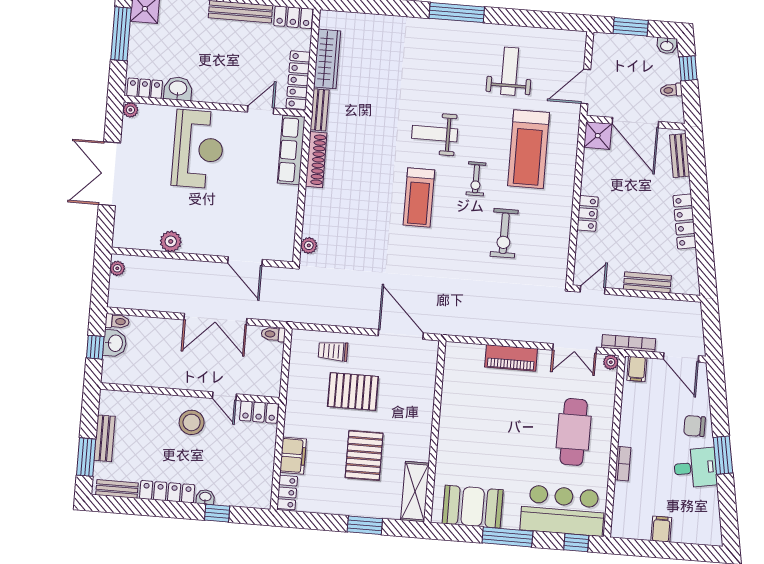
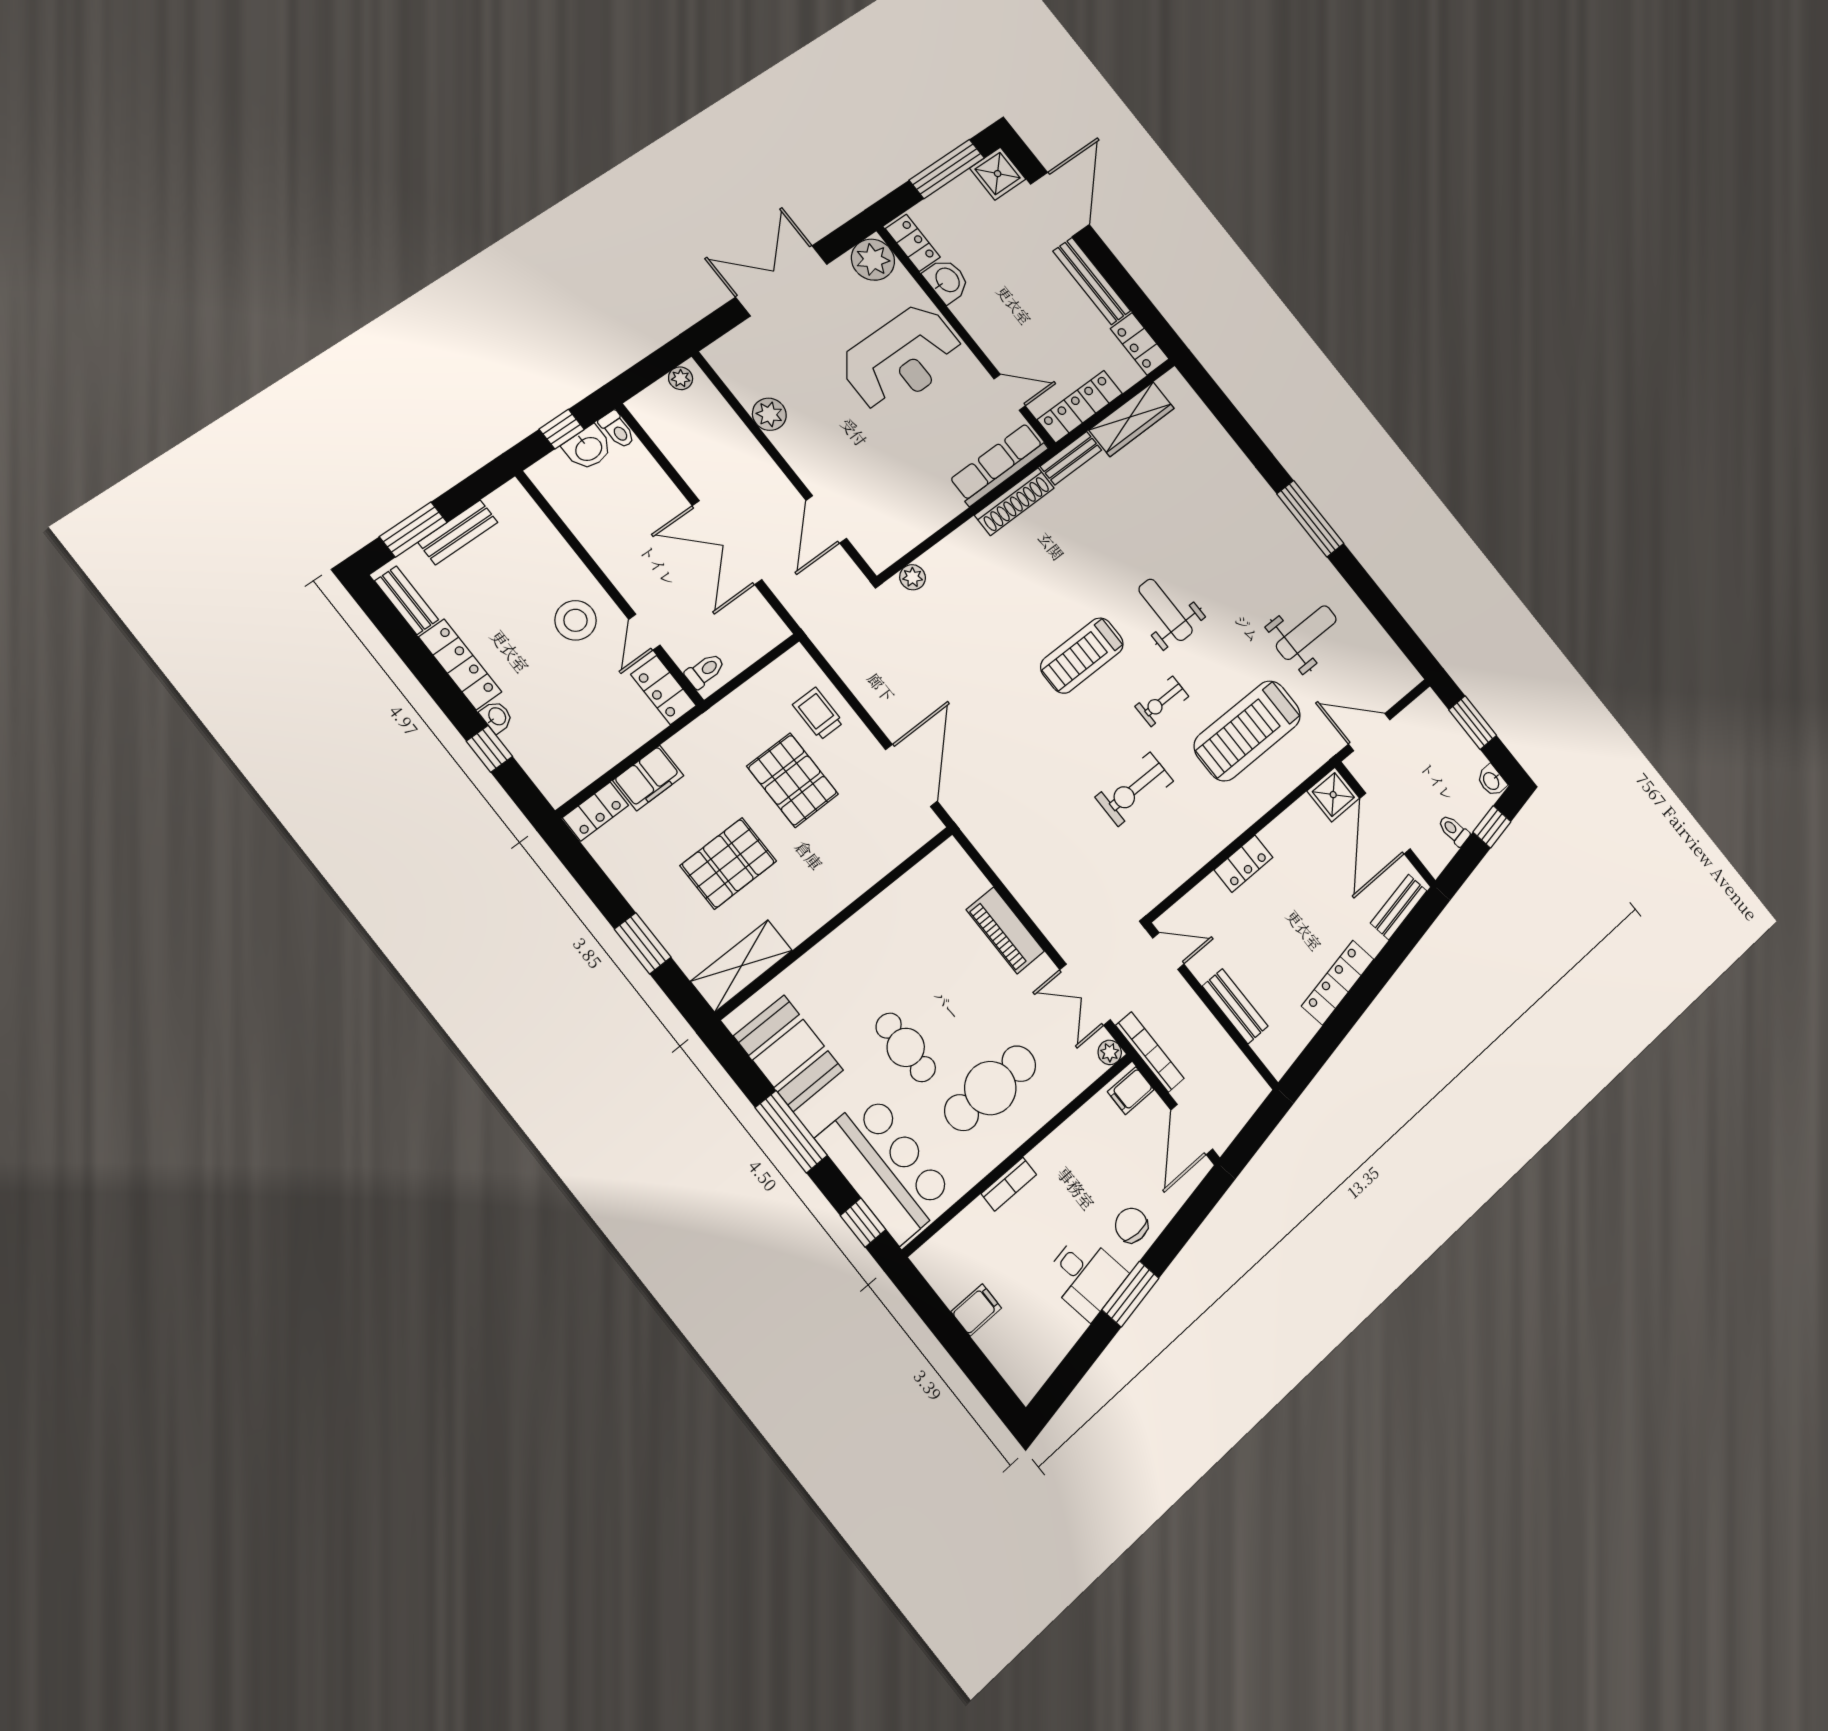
plant: (130, 110) -> (873, 260), width x1.88, depth x1.88
toilet: (273, 334) -> (705, 671), moved, turned 90
cafe table: (520, 453) -> (906, 1047), added

